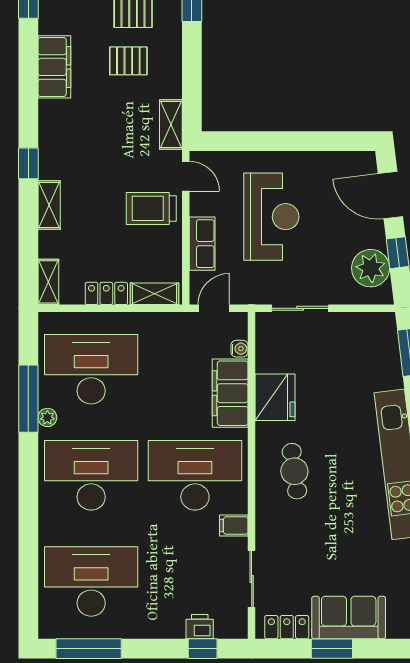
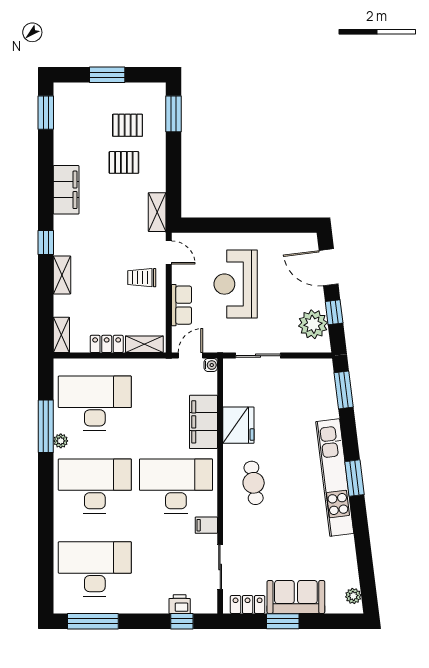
filing cabinet: (54, 67) -> (66, 190), moved
trolley: (151, 208) -> (142, 278), width x0.73, depth x0.72
reception desk: (271, 217) -> (236, 284), turned 180
water cooler: (240, 349) -> (211, 365), moved

